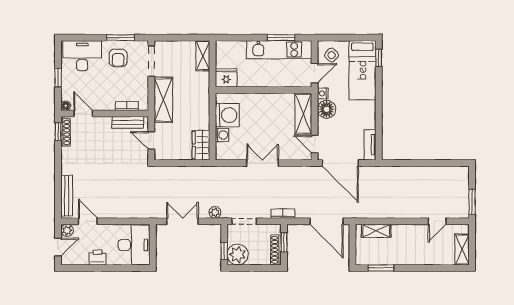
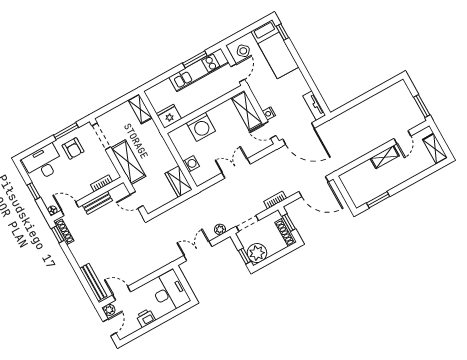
nightstand: (323, 93) -> (269, 113), moved
floor lamp: (327, 109) -> (264, 97), removed
washing machine: (227, 115) -> (201, 127), moved, turned 90
bench: (128, 122) -> (97, 203), moved
shelving: (376, 231) -> (385, 157), moved

